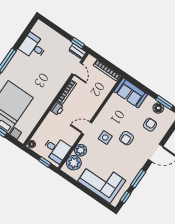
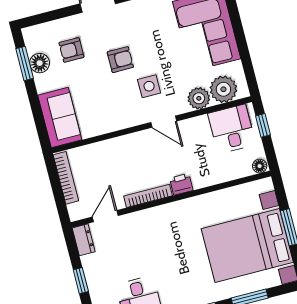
window: (78, 43) -> (81, 281), moved

